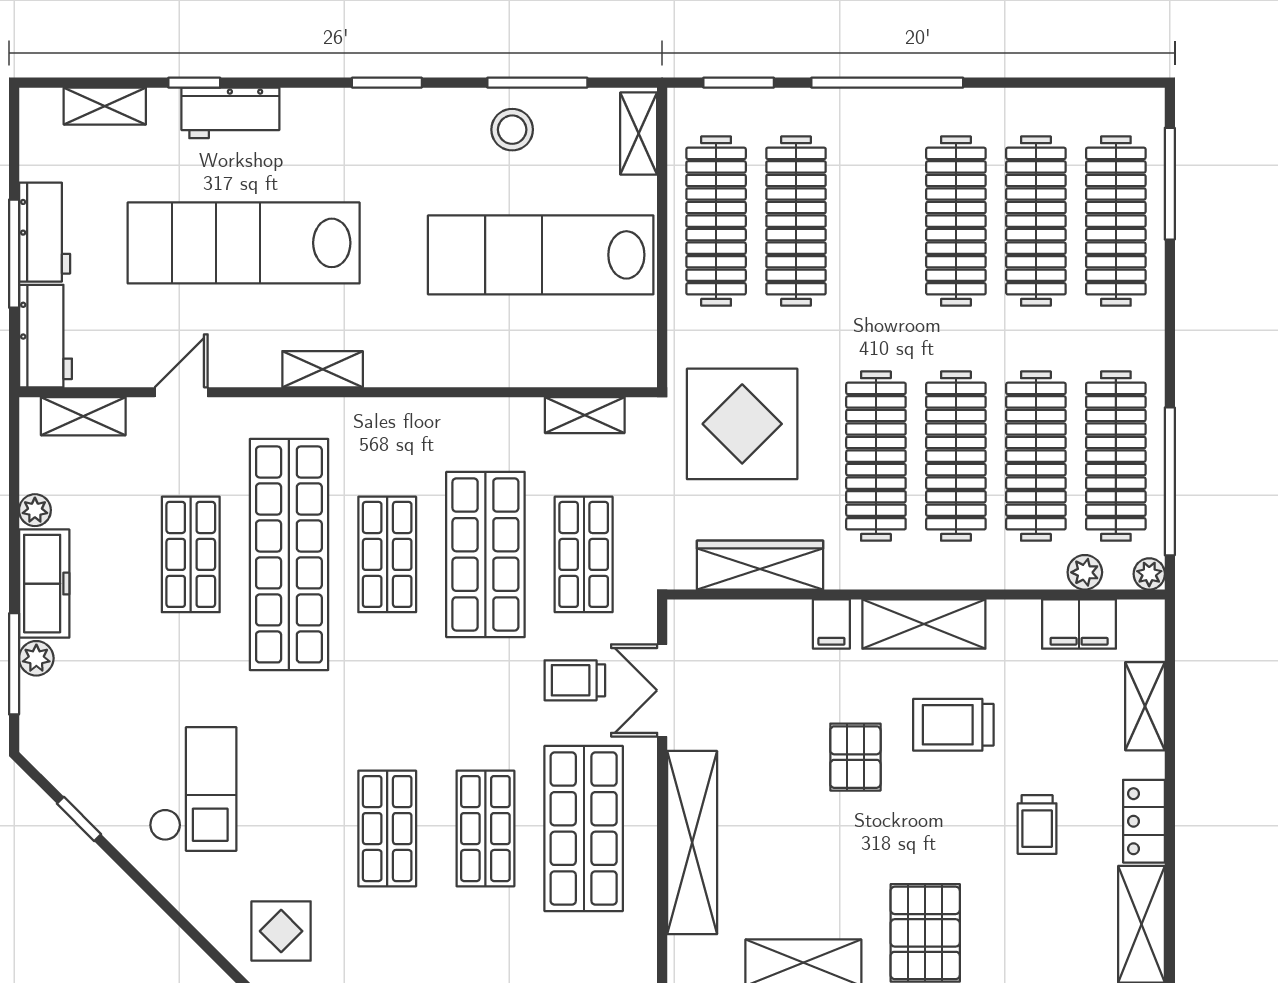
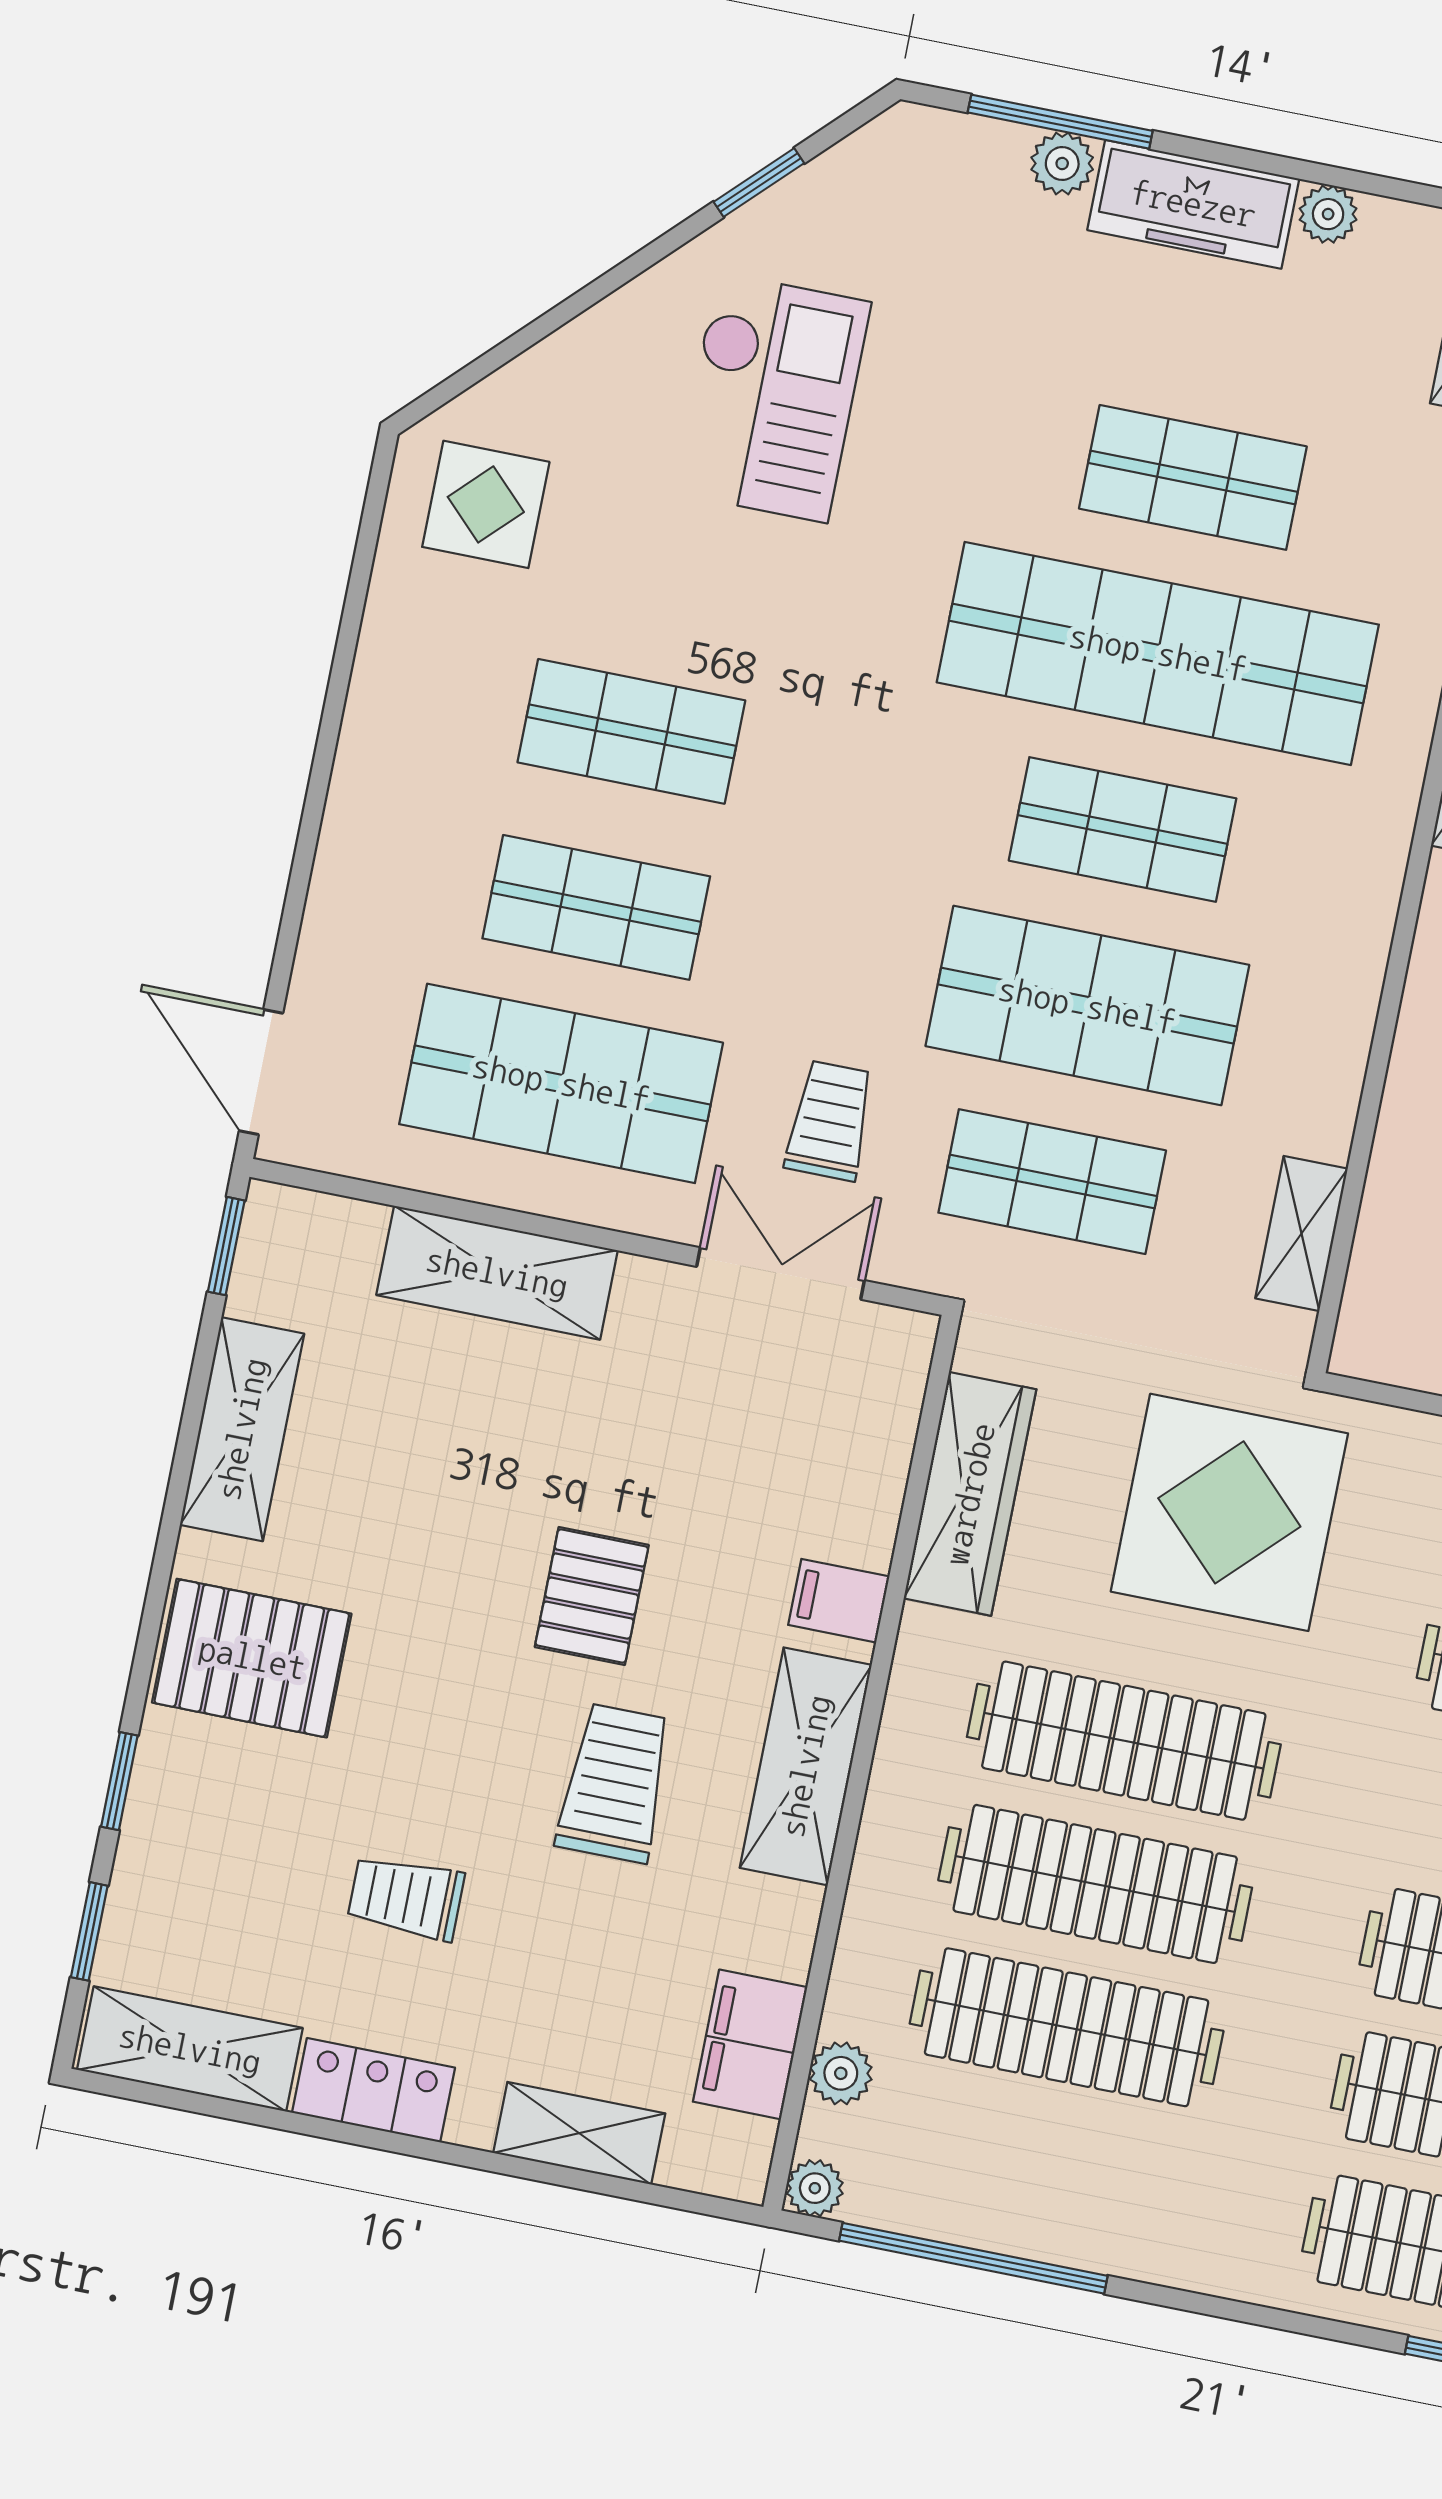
clothes rail: (1116, 456) -> (1038, 2171), removed
pallet: (855, 757) -> (592, 1596), turned 90
checkout: (193, 789) -> (772, 397), turned -90
shelving: (692, 843) -> (497, 1273), width x0.68

